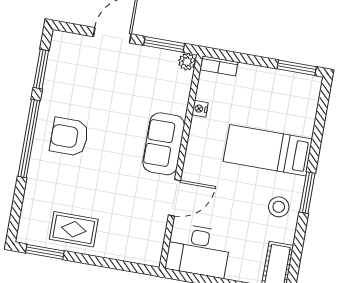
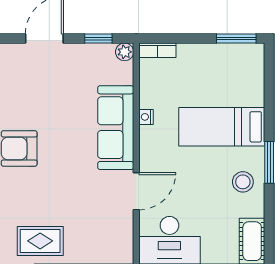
window: (164, 44) -> (98, 39), width x0.67
nightstand: (200, 109) -> (146, 117), moved
sofa: (164, 144) -> (116, 128), width x1.36

